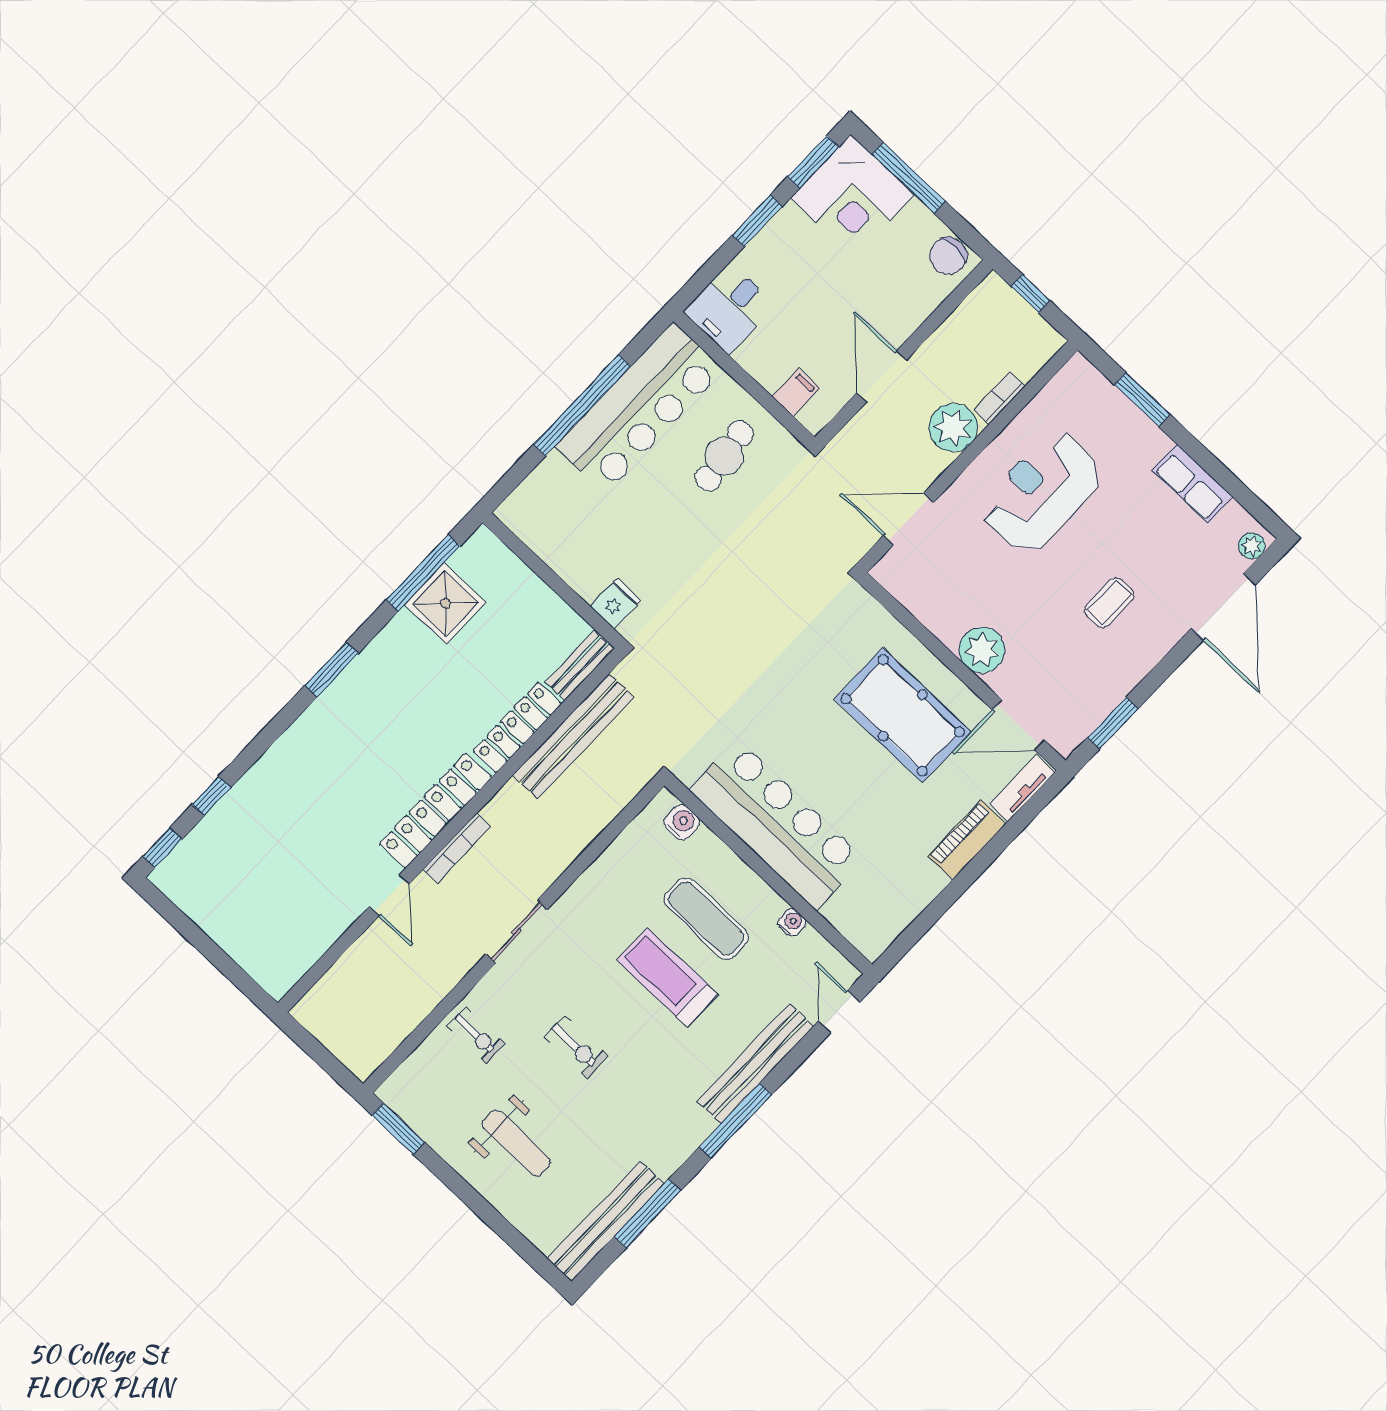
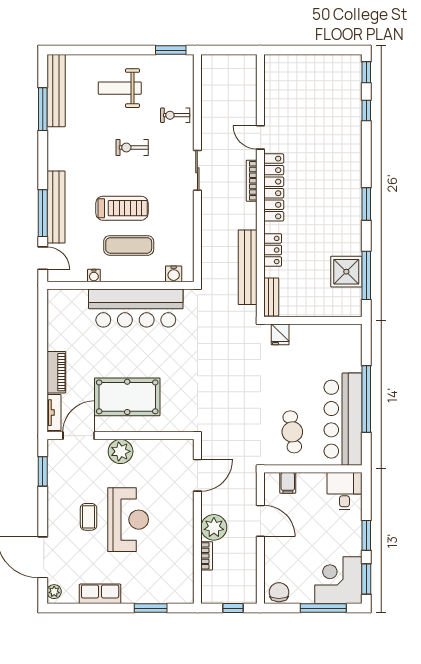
reception desk: (1042, 492) -> (128, 520), moved
locker: (517, 727) -> (273, 250), width x0.66
window: (735, 1121) -> (43, 213), moved

